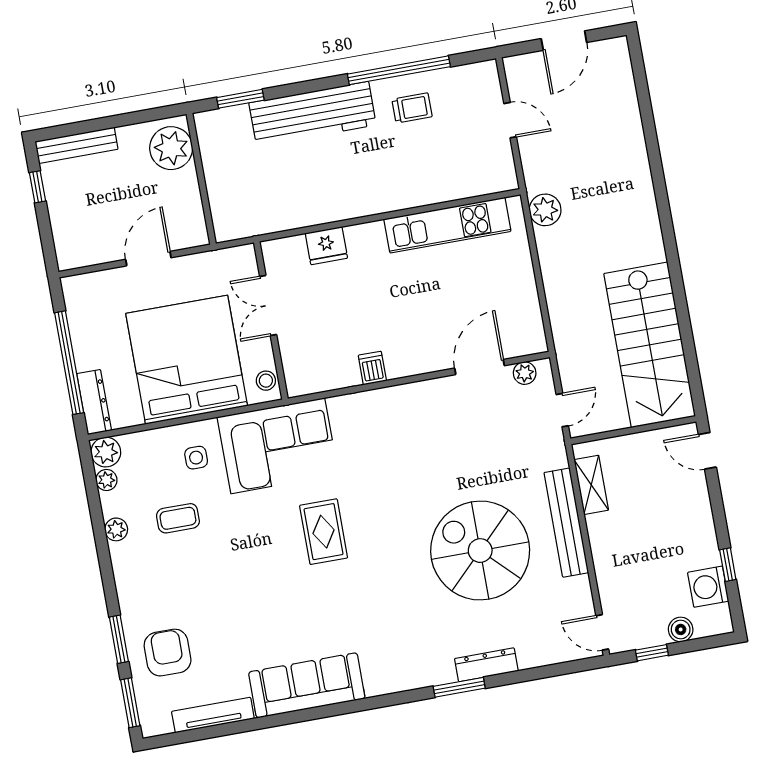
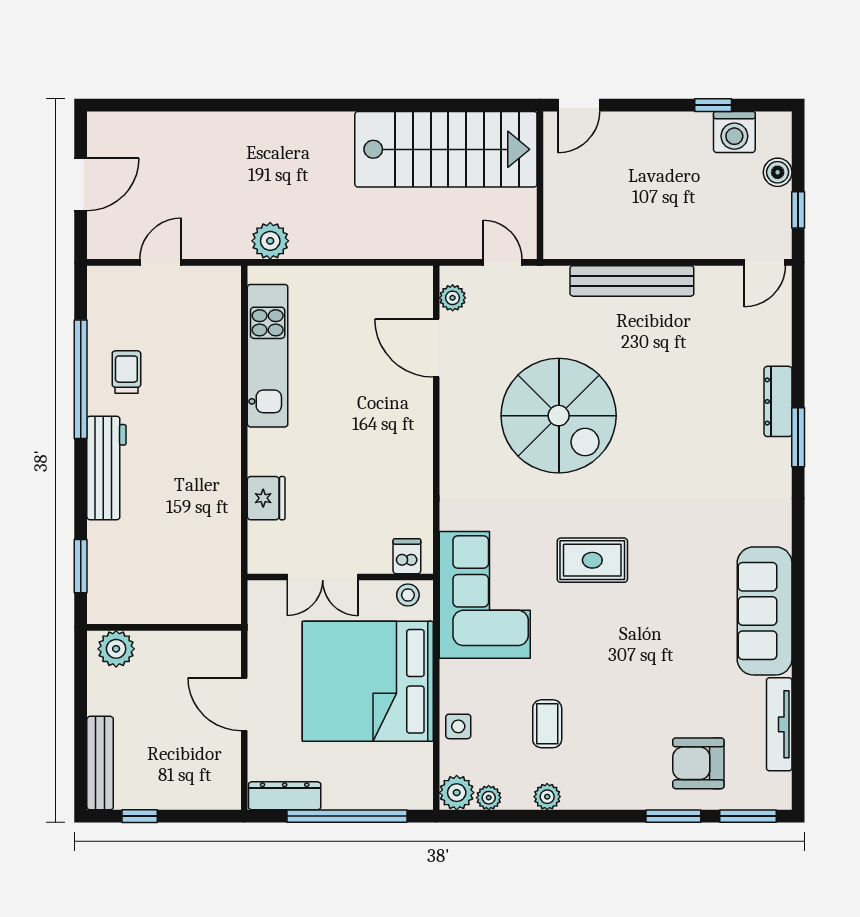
door: (564, 41) -> (81, 185), hinge flipped
workbench: (313, 114) -> (106, 468), width x0.73, depth x0.76
plant: (171, 148) -> (116, 649), width x0.73, depth x0.73
dishwasher: (372, 368) -> (407, 556), moved, turned 90
dresser: (94, 402) -> (285, 796), moved
side table: (196, 458) -> (458, 726), moved
shelving: (591, 485) -> (594, 245), removed
spiral stairs: (480, 551) -> (559, 416), moved, turned -90

